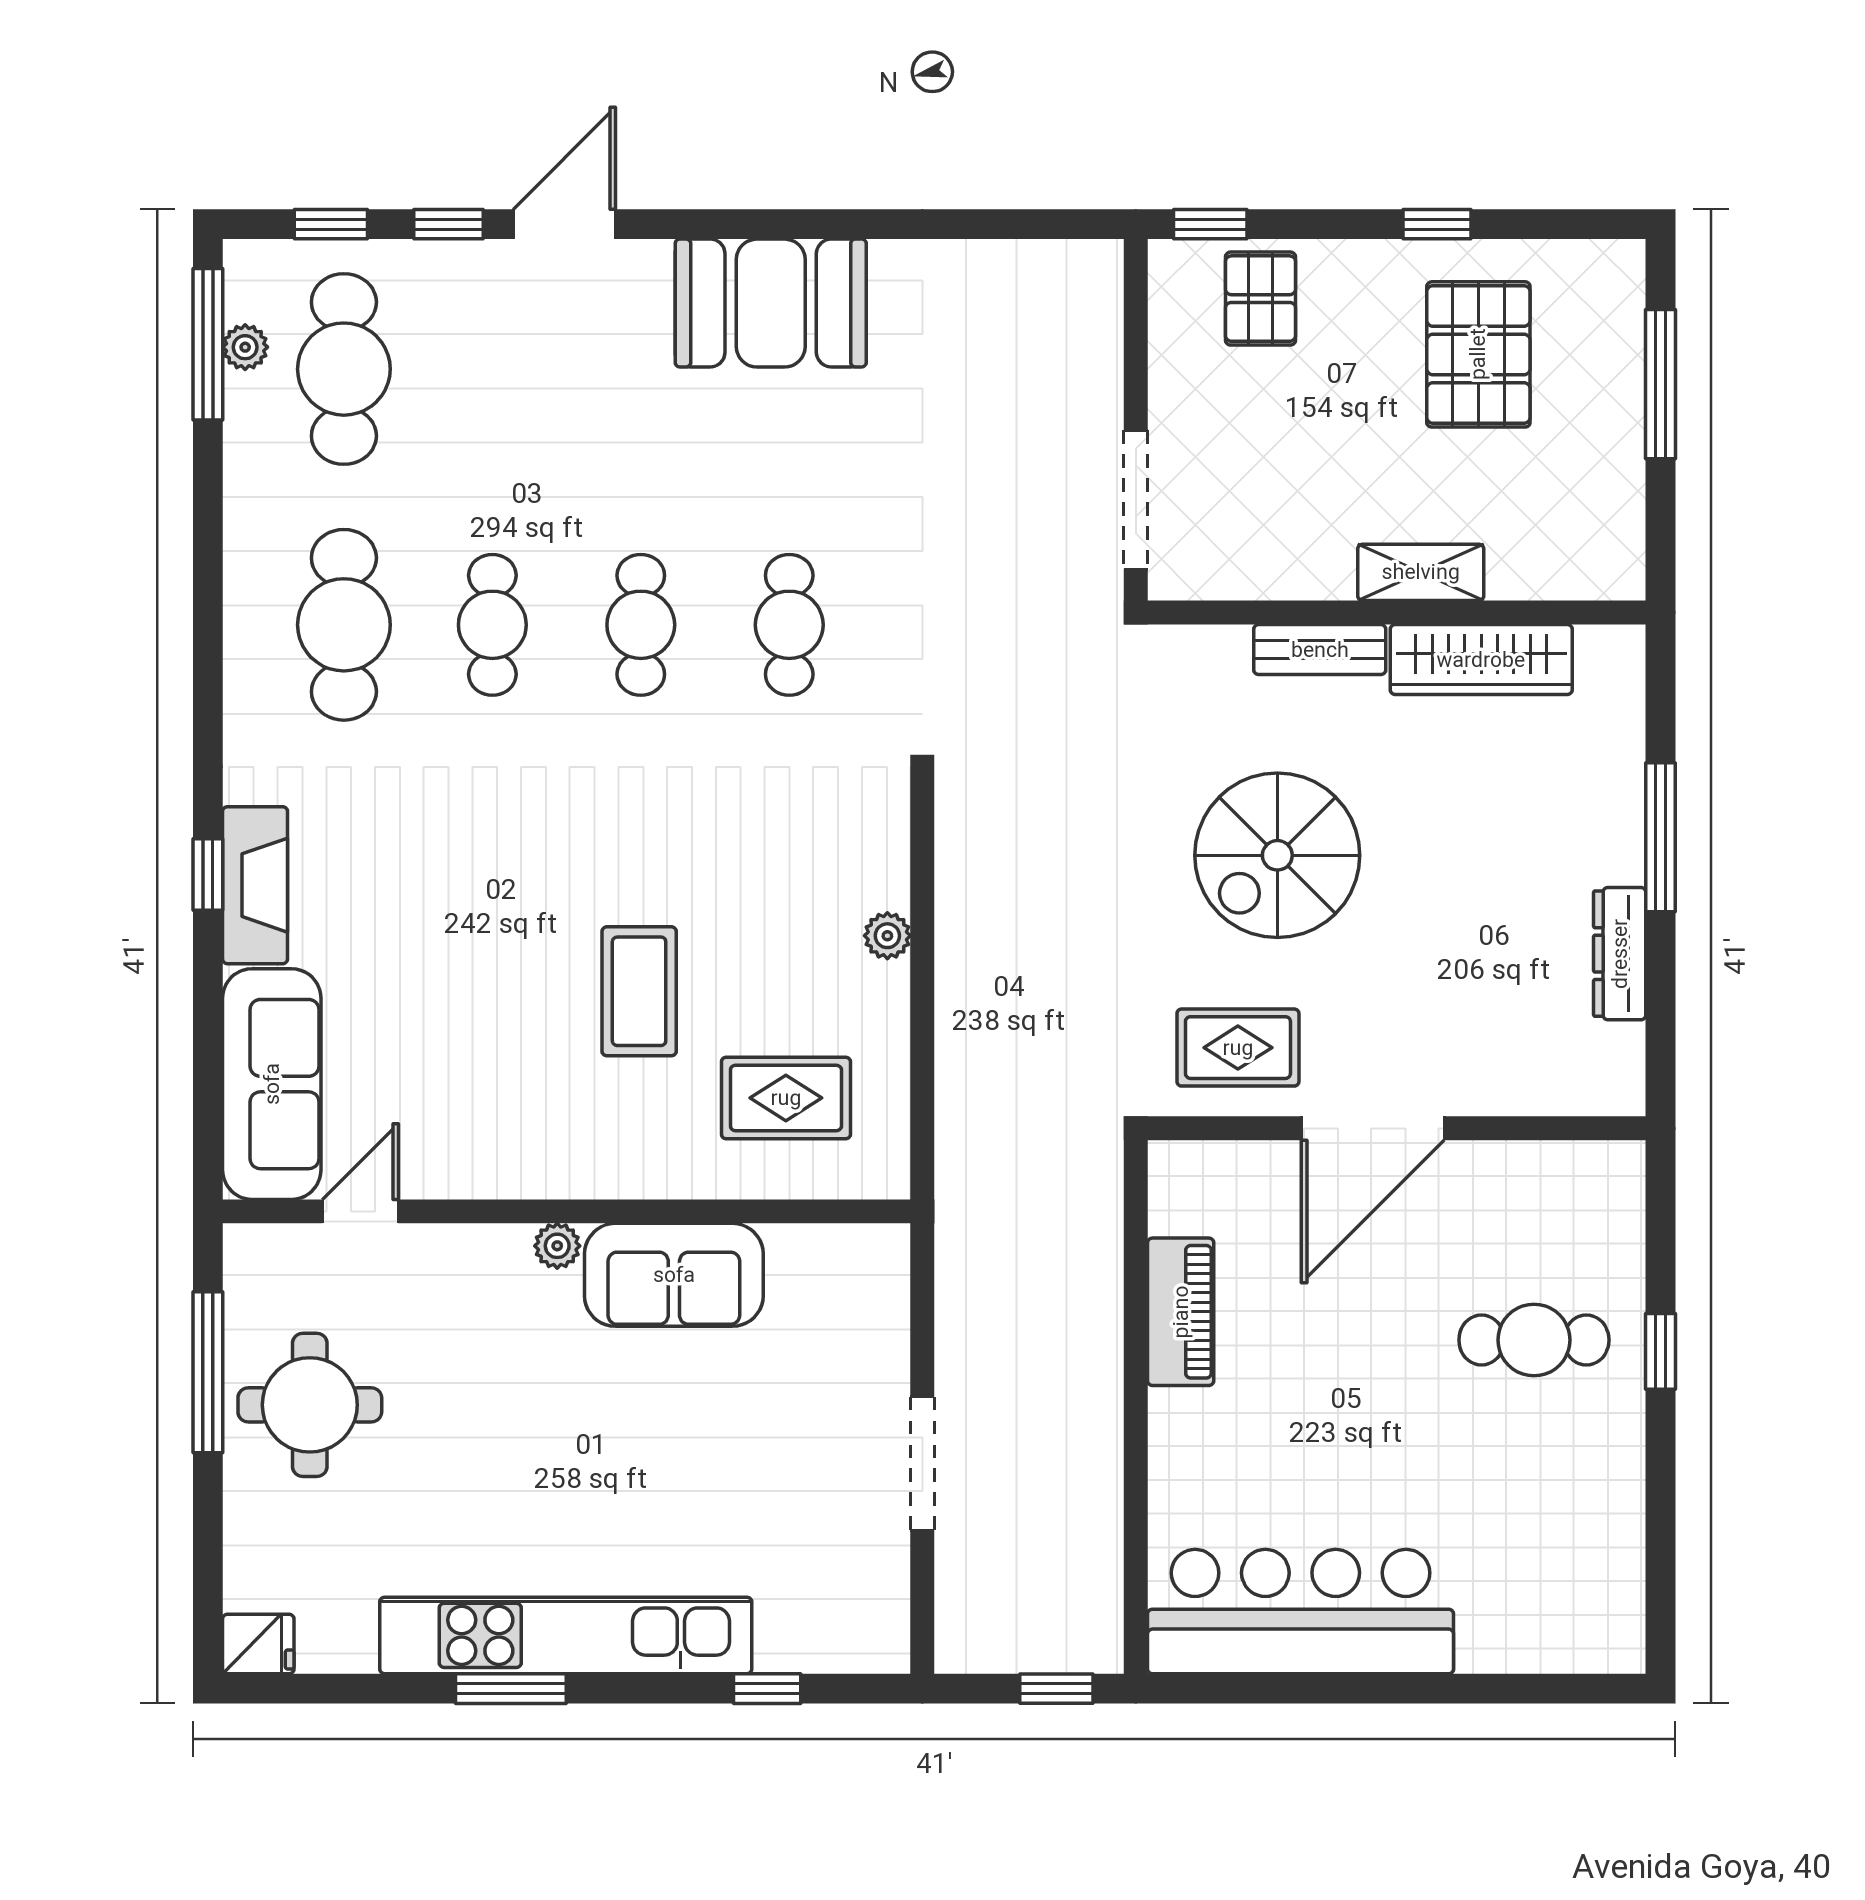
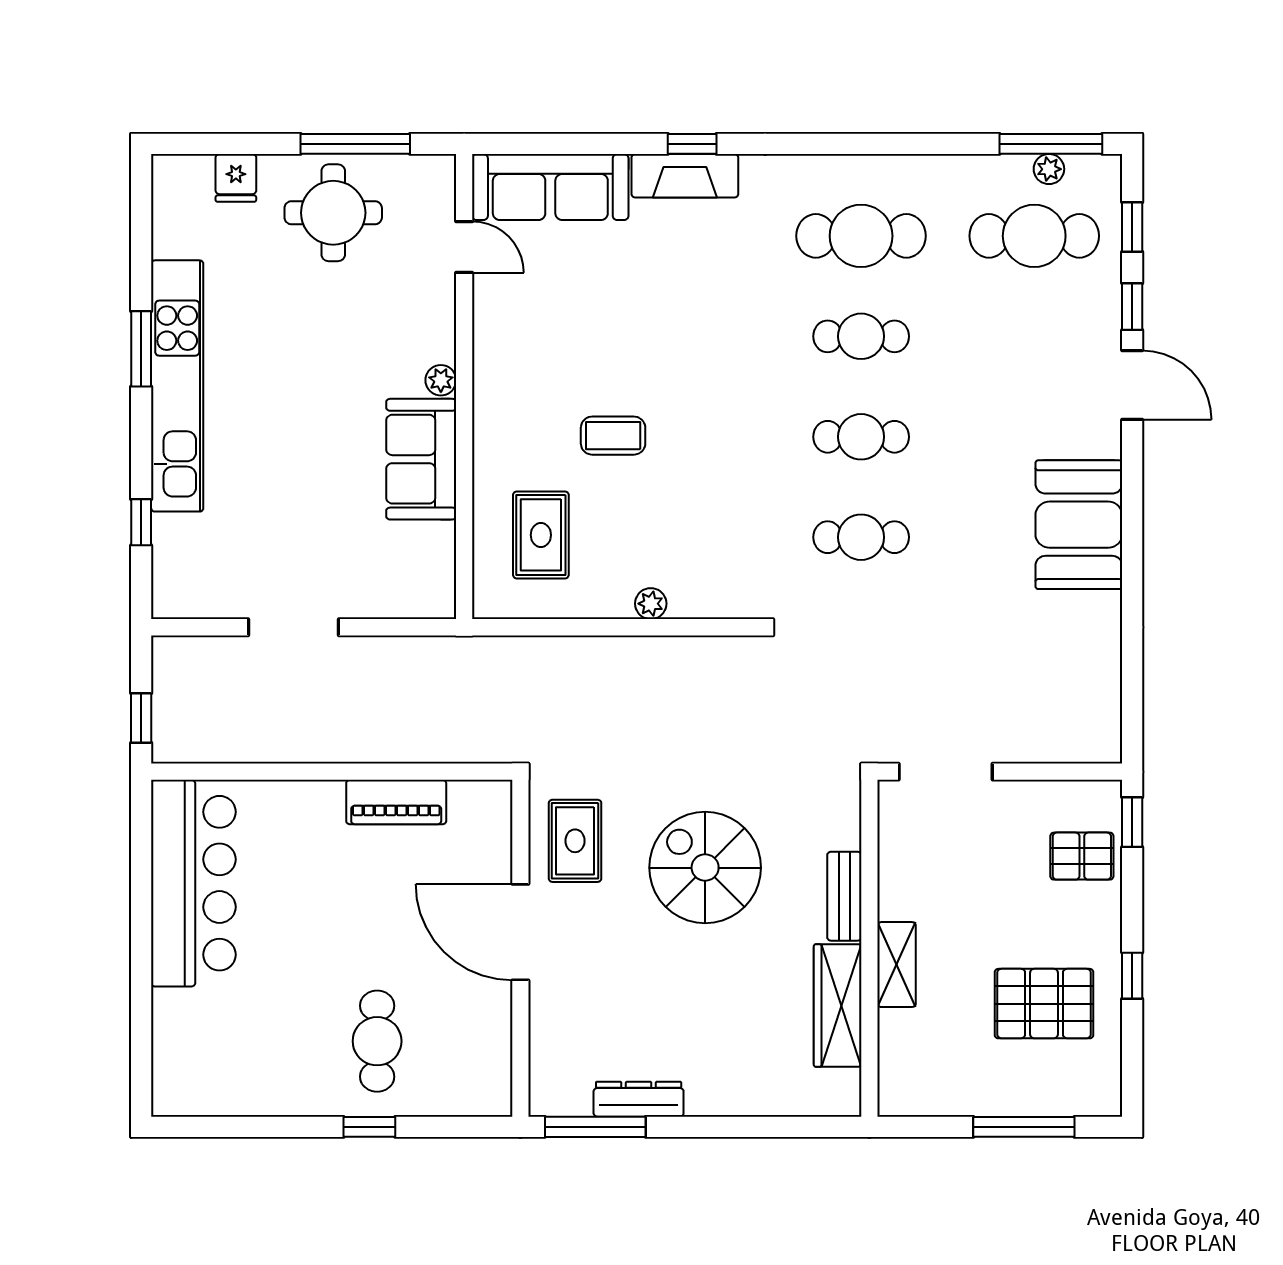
window: (1660, 837) -> (595, 1127), moved
coffee table: (639, 991) -> (613, 436), width x0.73, depth x0.77
fridge: (258, 1644) -> (236, 178), moved

